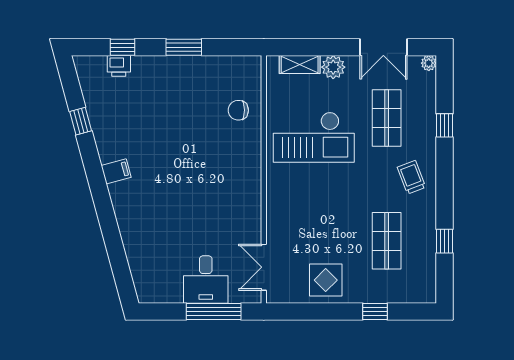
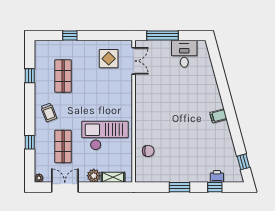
window: (81, 121) -> (243, 162), moved
desk: (206, 279) -> (184, 54), moved
display table: (326, 280) -> (109, 59), moved

